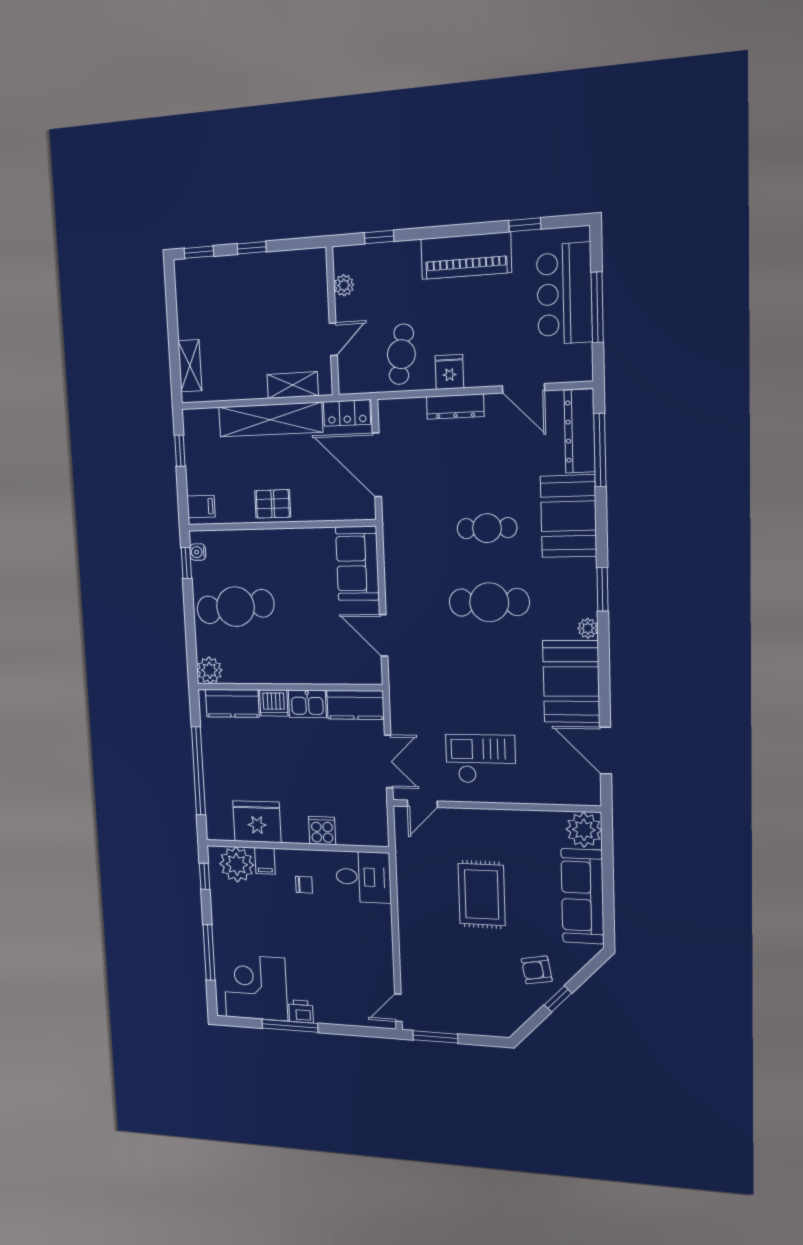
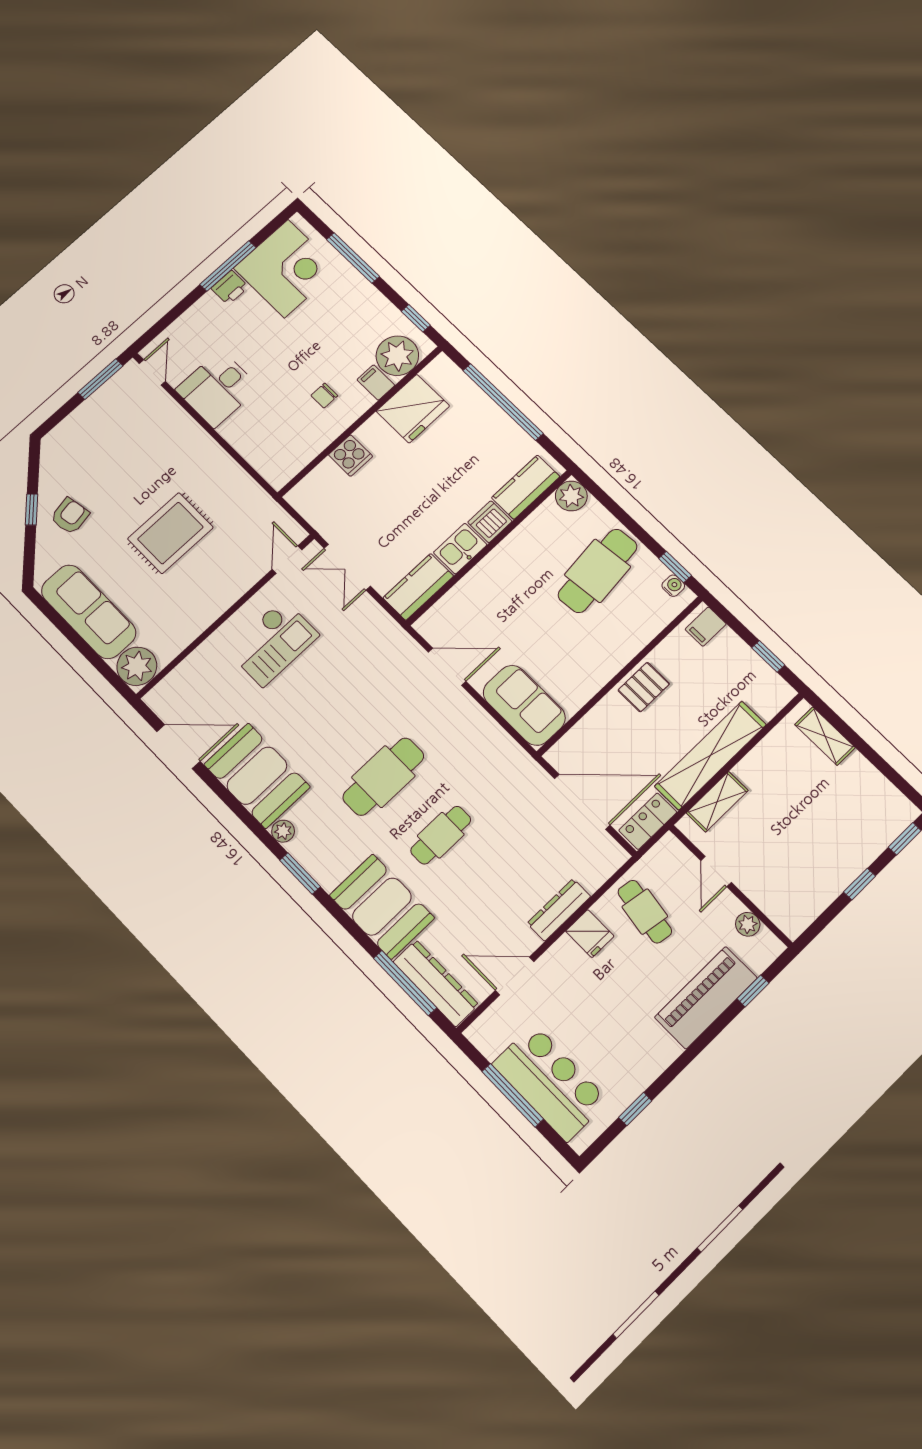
piano: (466, 256) -> (706, 998), moved
desk: (363, 877) -> (217, 389), moved
rug: (482, 894) -> (170, 533), turned 90

